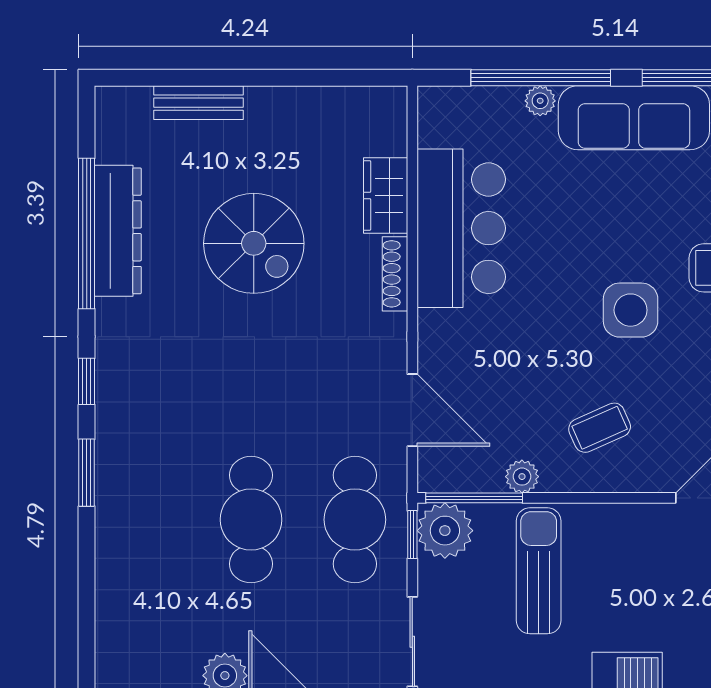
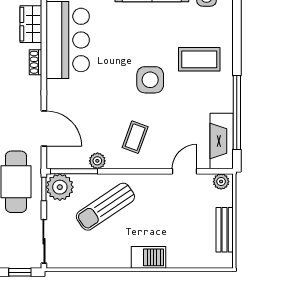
shoe rack: (395, 274) -> (36, 62), width x0.70
coffee table: (600, 428) -> (135, 137), turned -46
sun lounger: (539, 571) -> (105, 207), turned -124

